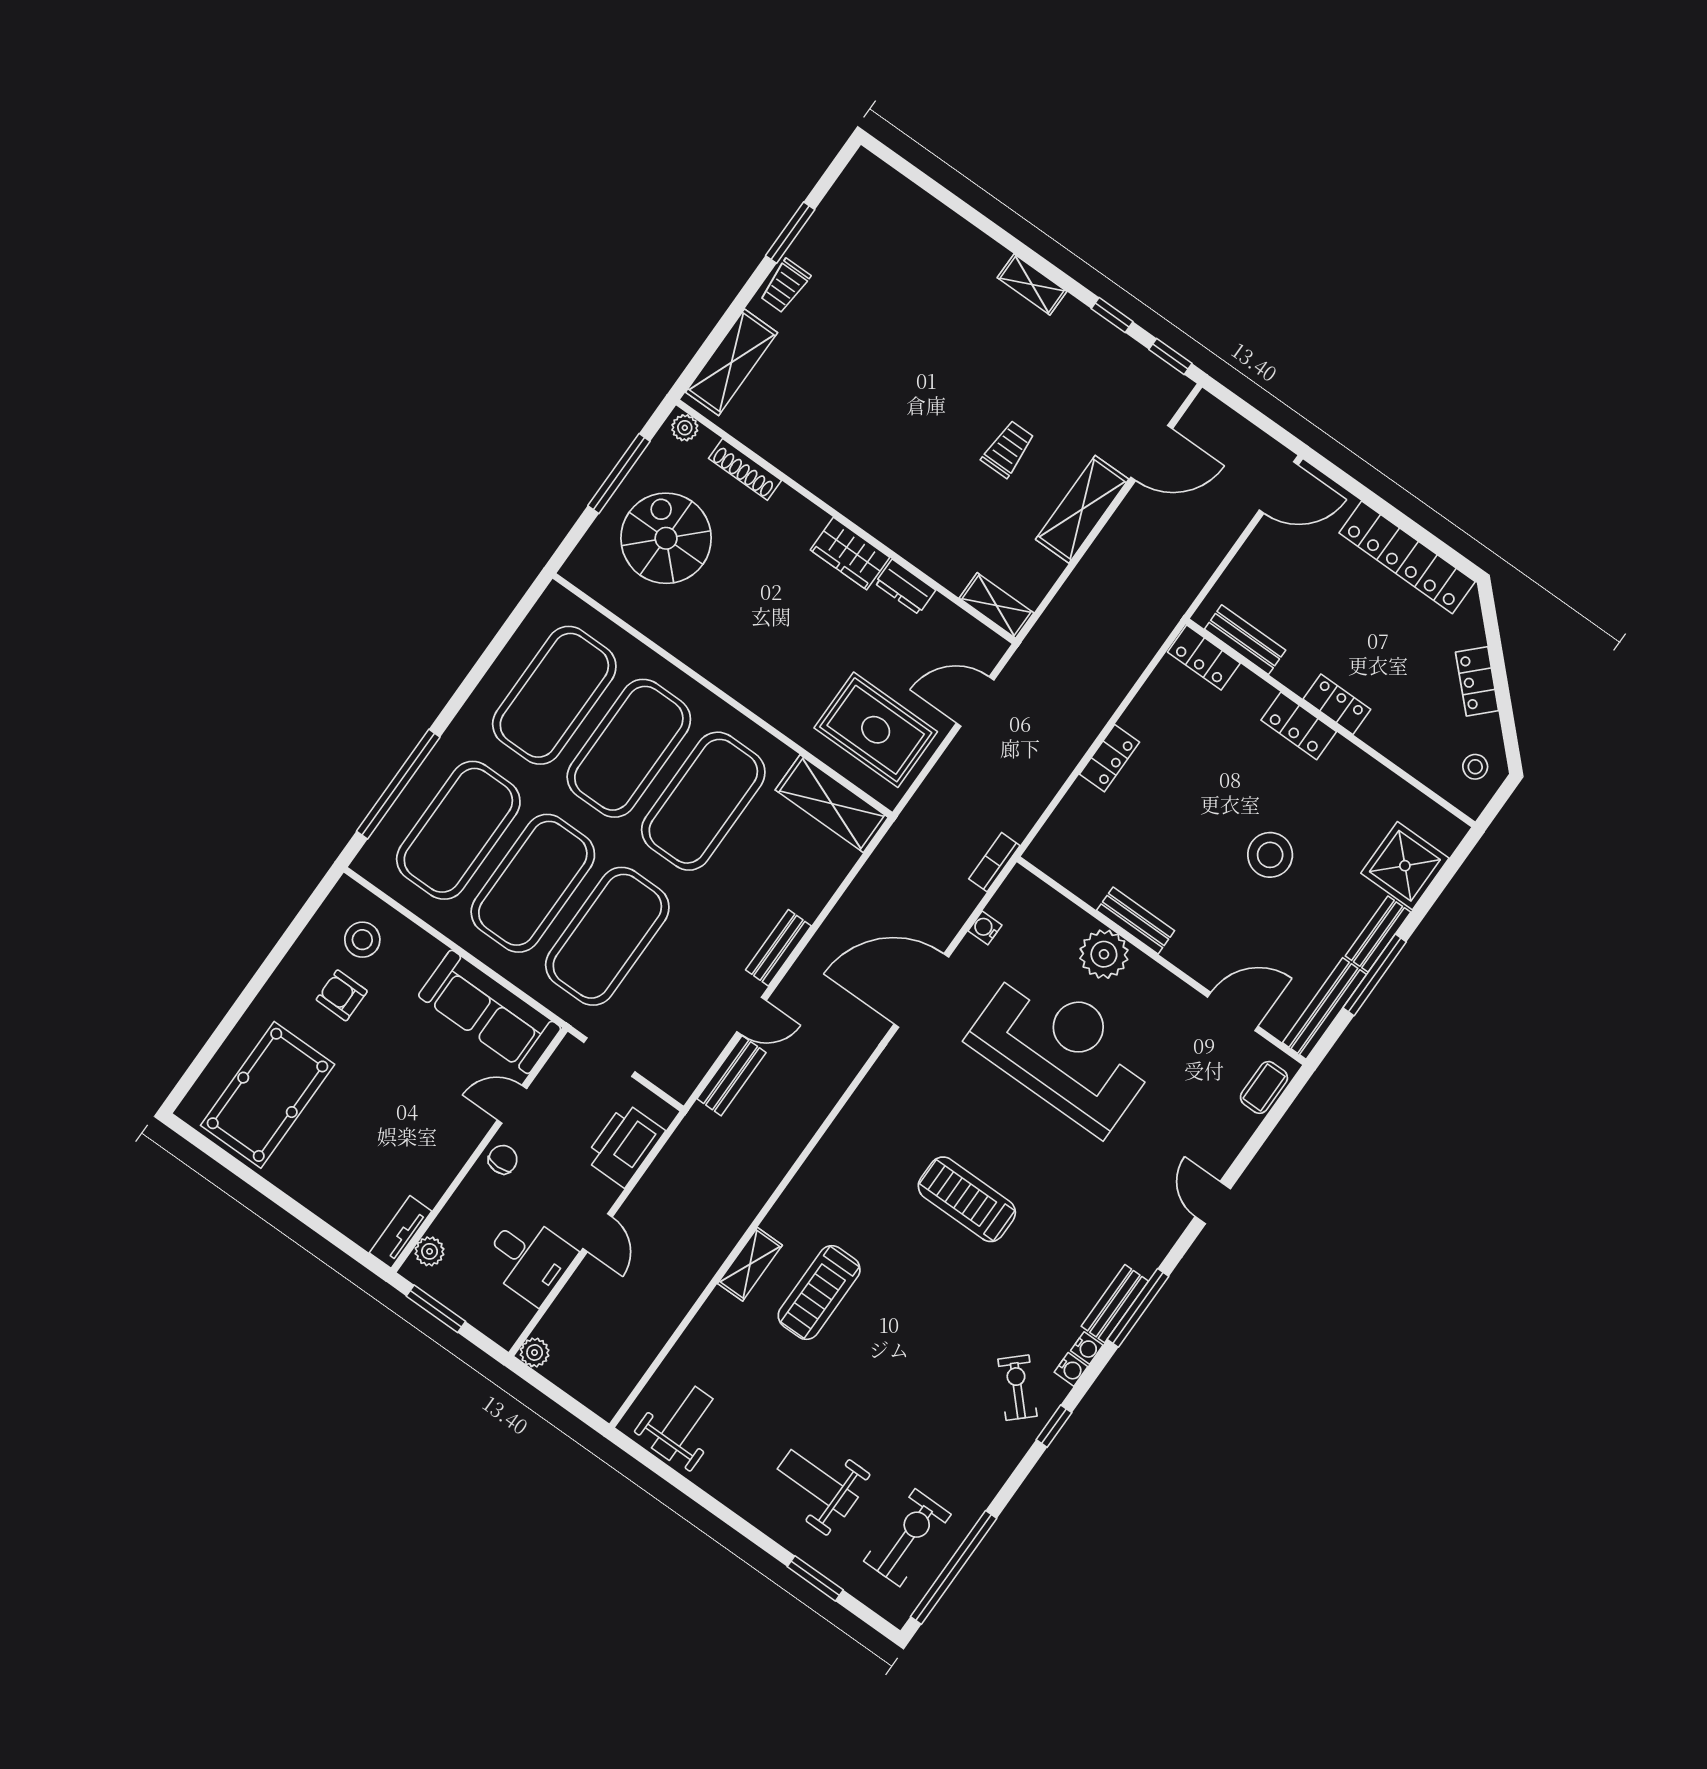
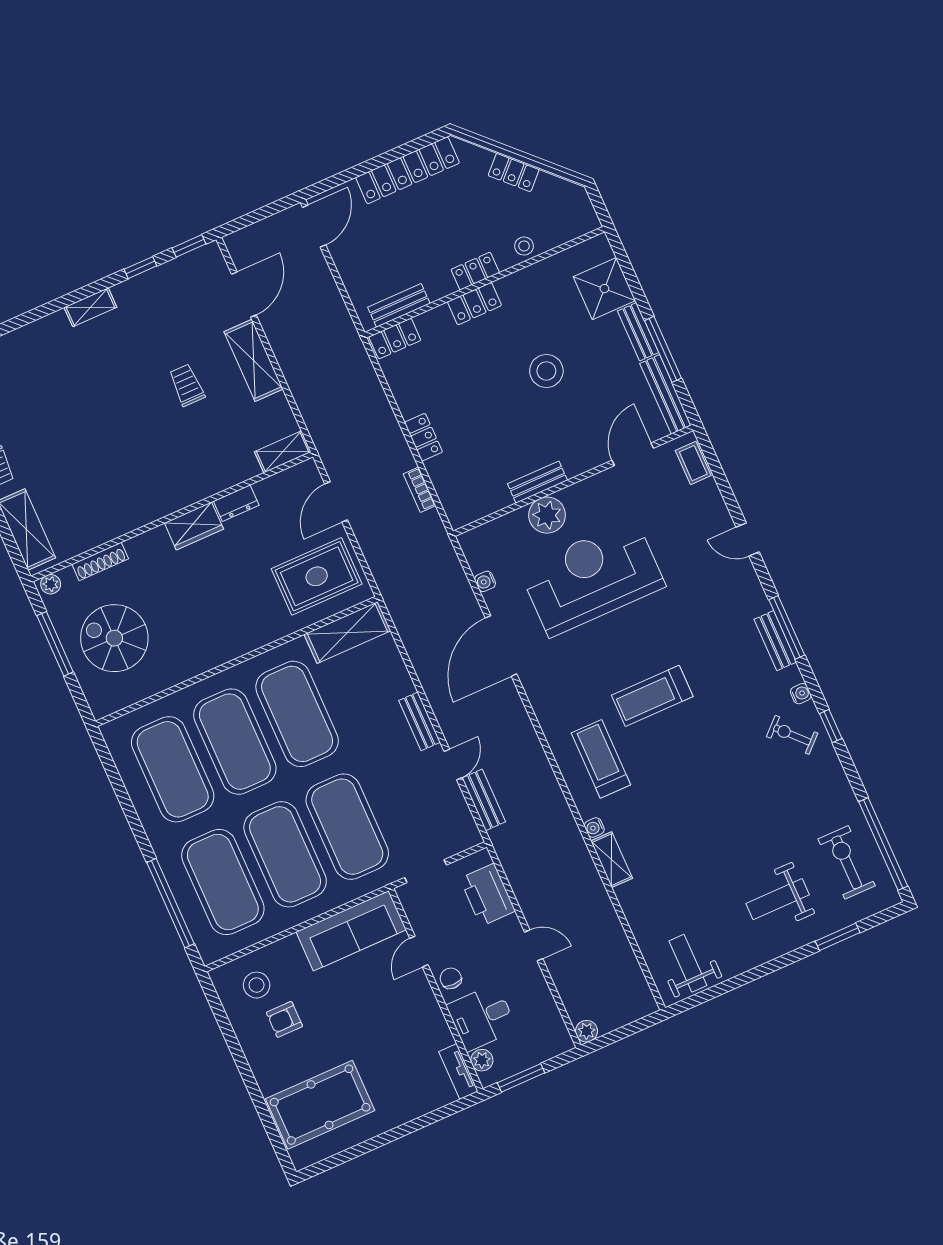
stool: (1475, 767) -> (524, 246), moved
bookcase: (994, 862) -> (419, 490), moved
pool table: (268, 1095) -> (320, 1105), turned 90
desk: (529, 1258) -> (482, 1017), moved, turned 180
treadmill: (819, 1293) -> (601, 759), moved, turned 180
water cooler: (1087, 1348) -> (594, 828), moved, turned 180

